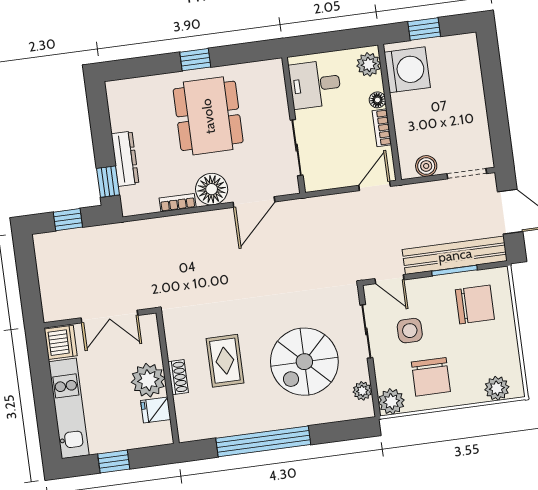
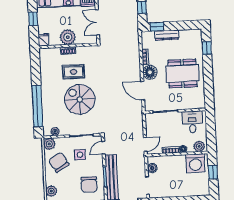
window: (195, 60) -> (207, 48), moved
door: (375, 186) -> (145, 144), hinge flipped
spiral stairs: (304, 362) -> (80, 99), moved
chair: (431, 377) -> (59, 162), turned 59
fridge: (156, 410) -> (43, 40), moved
window: (263, 441) -> (37, 106), moved

